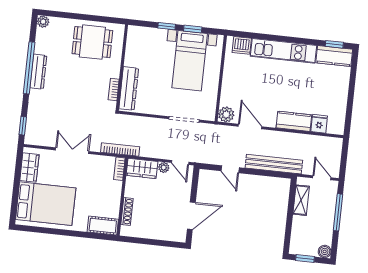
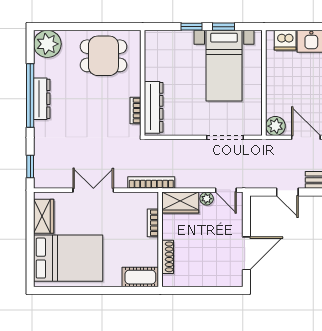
plant: (43, 22) -> (47, 44), width x1.88, depth x1.88
bookcase: (119, 169) -> (153, 223), moved

